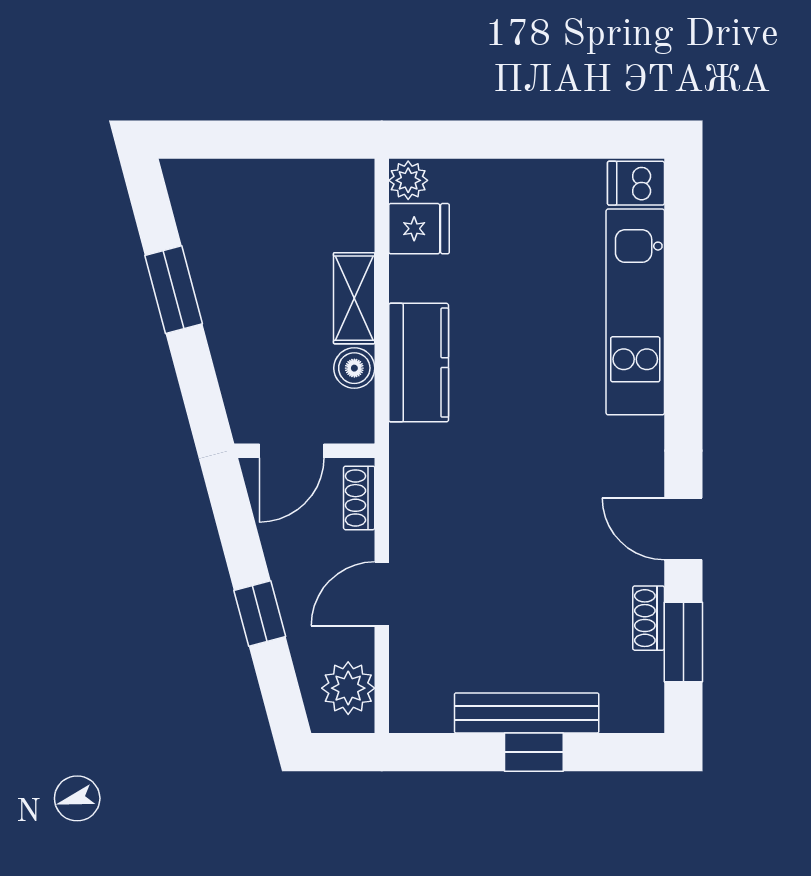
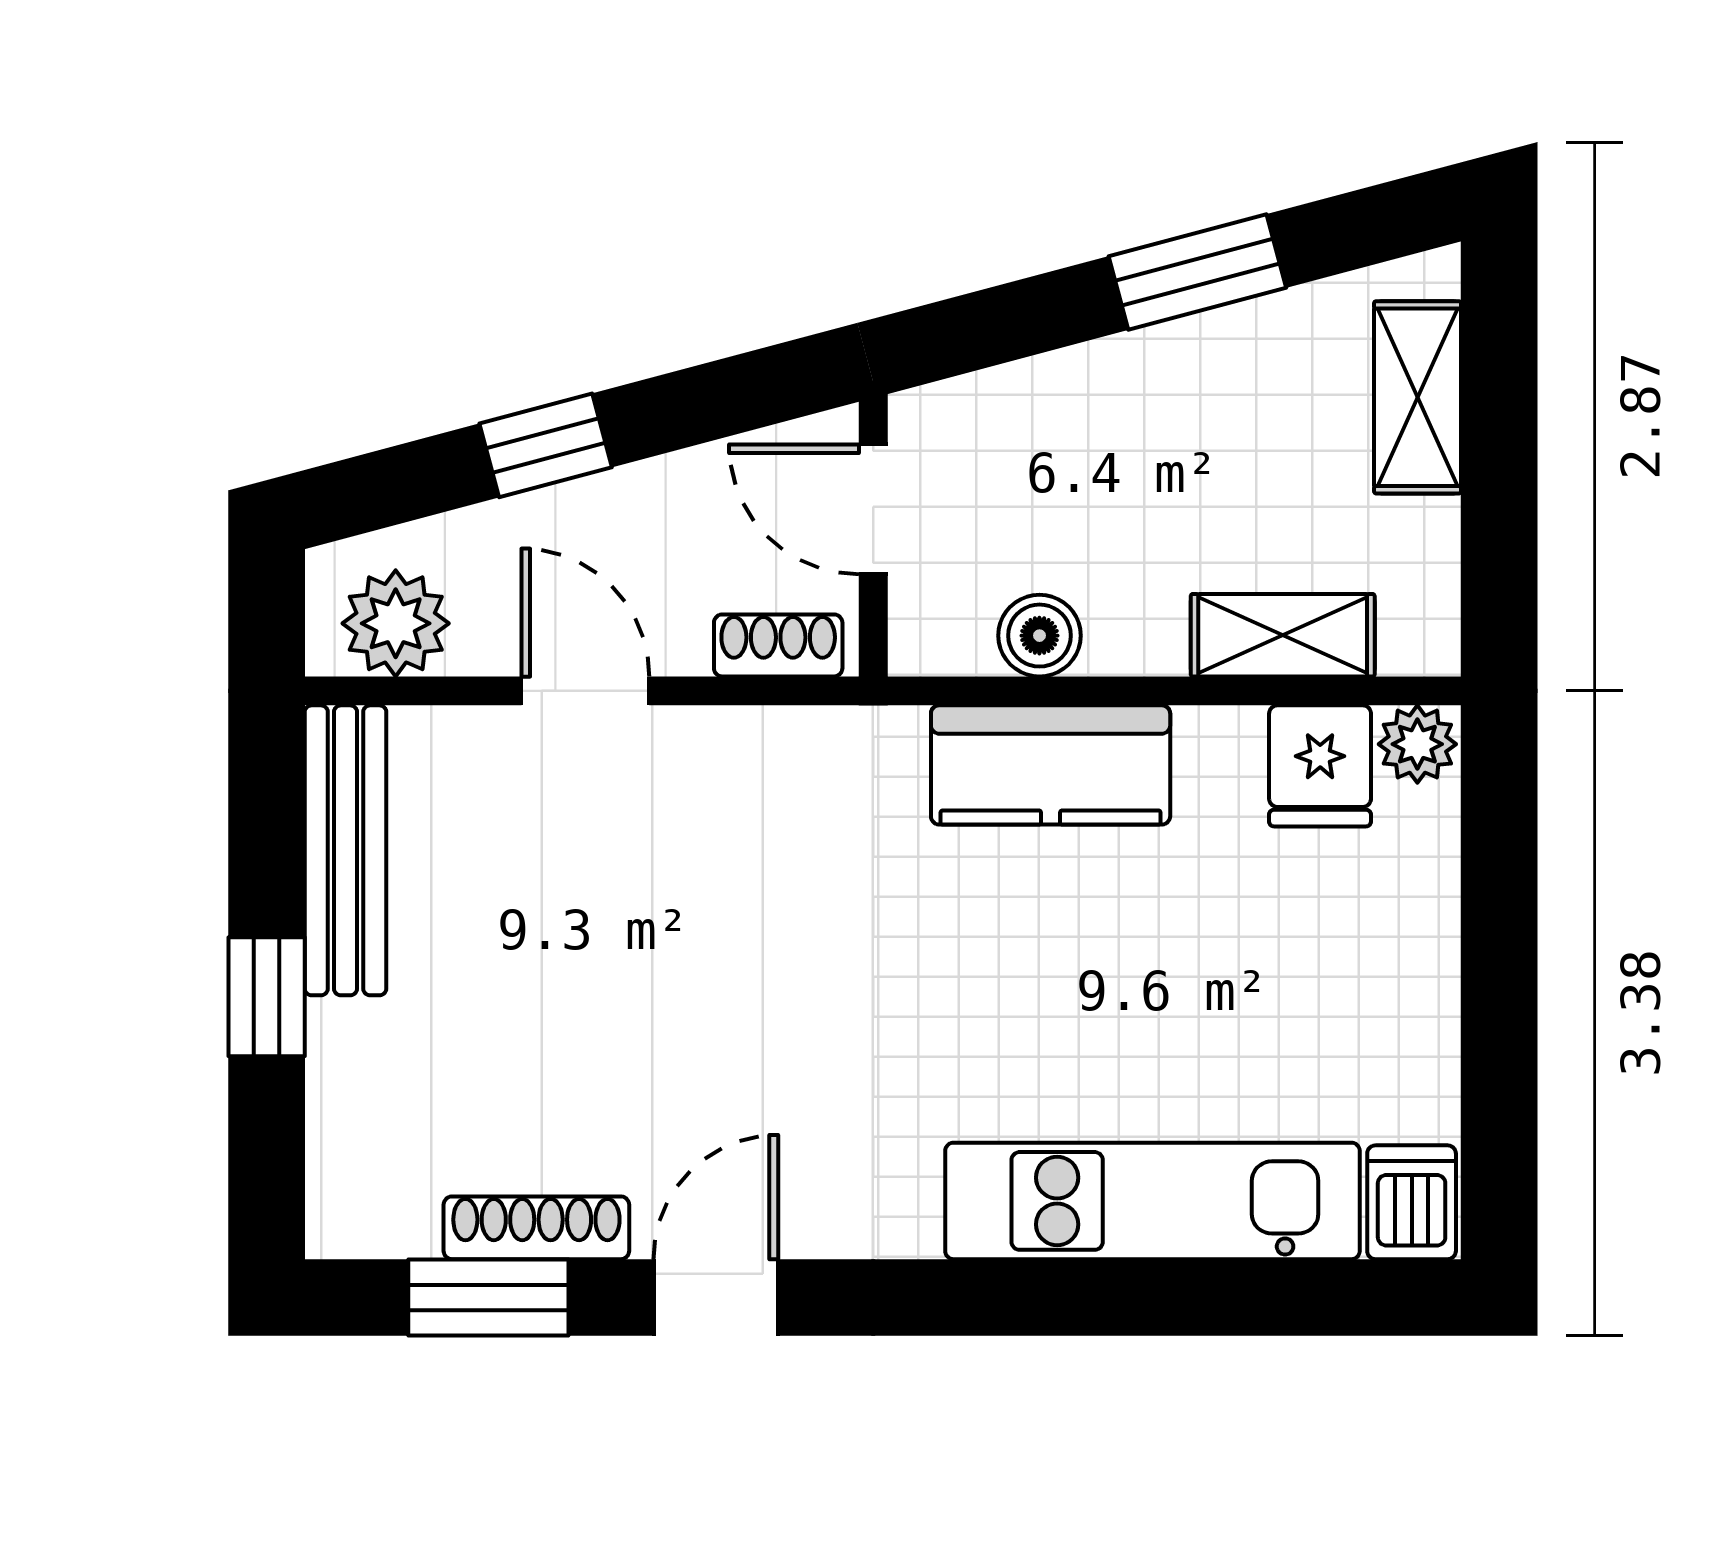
shelving: (236, 180) -> (1418, 397), added
shelving: (354, 298) -> (1283, 635), moved
shoe rack: (649, 618) -> (536, 1228), width x1.43
bench: (527, 713) -> (346, 850), moved

